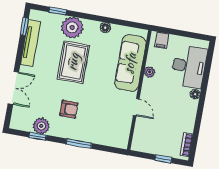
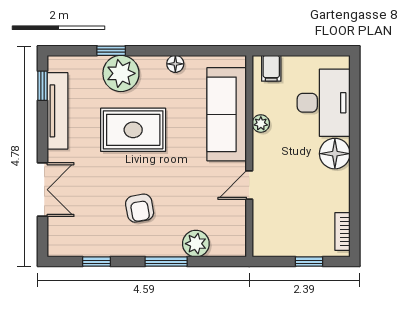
window: (58, 11) -> (111, 51), moved
rug: (73, 62) -> (133, 130), turned 90
floor lamp: (195, 94) -> (335, 154), width x1.89, depth x1.89
door: (136, 107) -> (249, 185), swing flipped
armchair: (69, 109) -> (140, 208), turned 80
plant: (41, 126) -> (196, 244), moved

